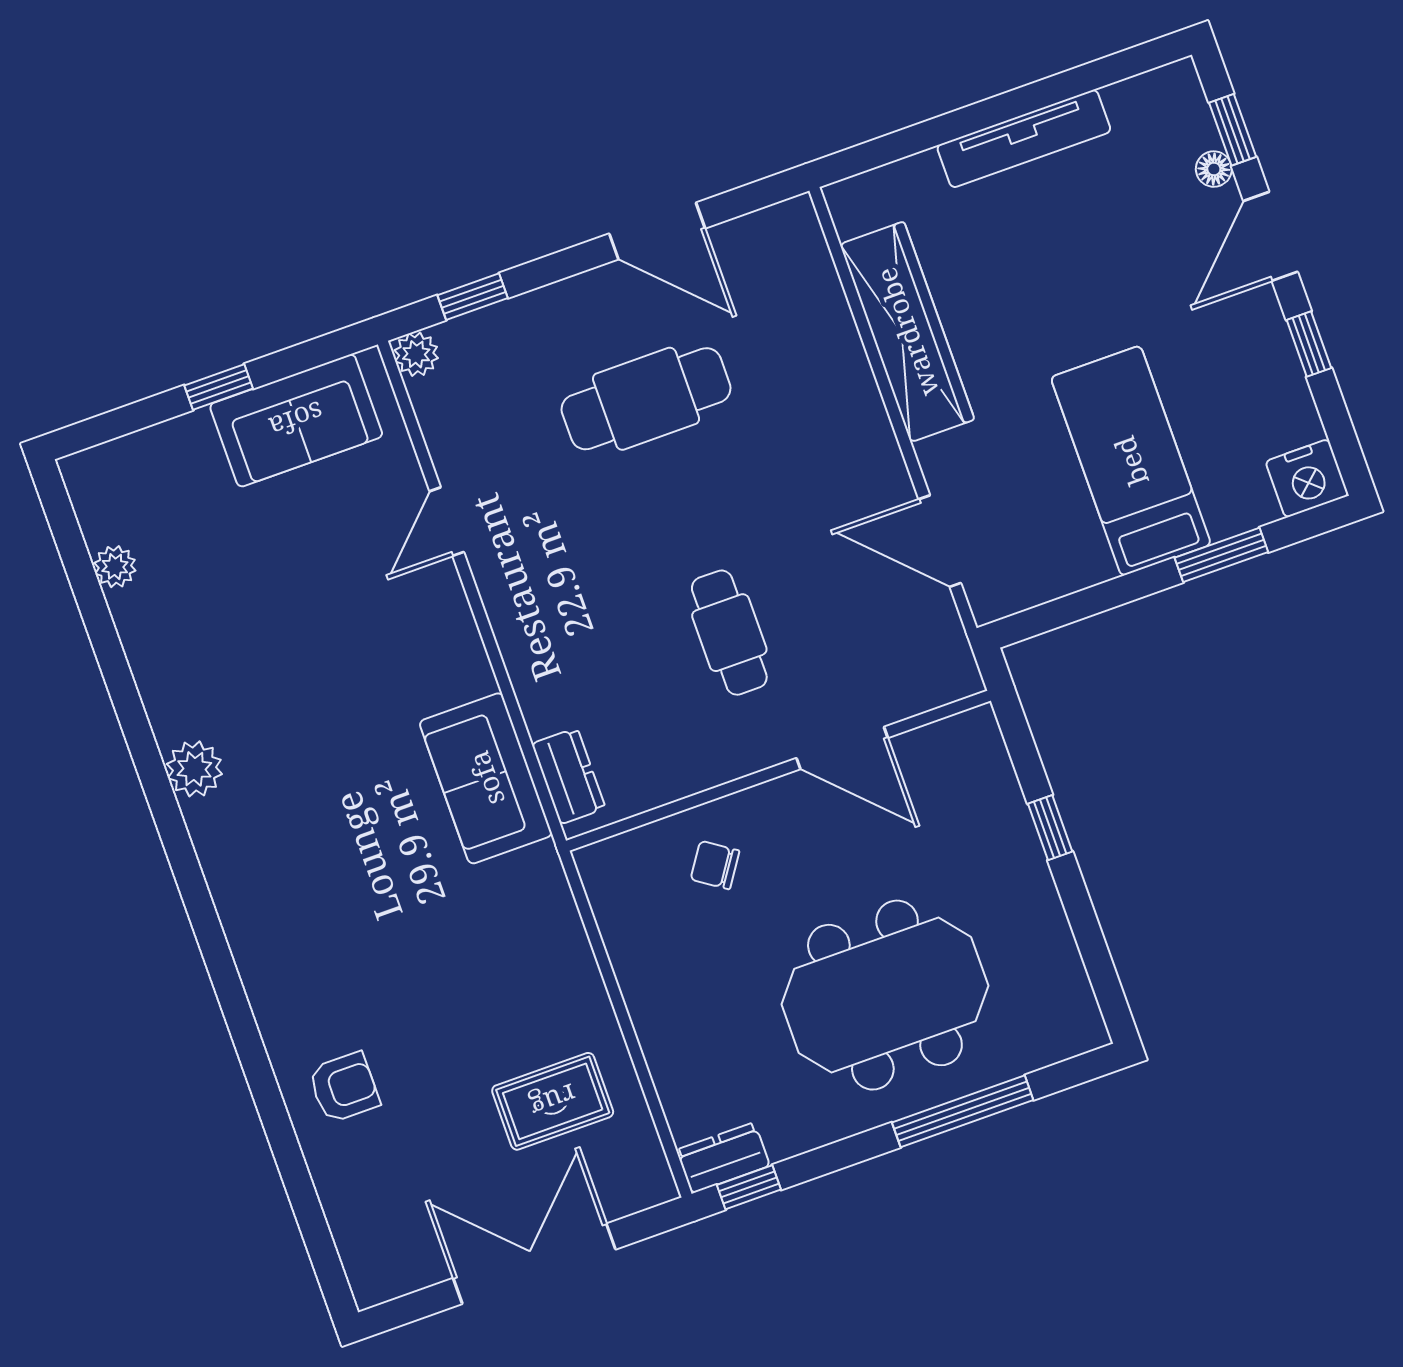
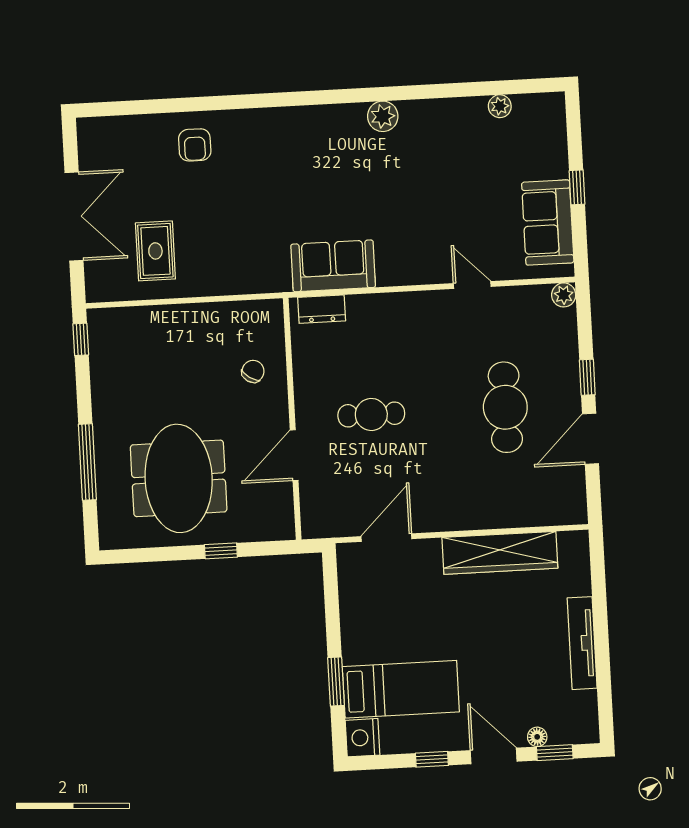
window: (473, 297) -> (587, 377), moved
bed: (1131, 461) -> (401, 689), moved
meeting table: (885, 995) -> (179, 478), moved
dresser: (723, 1158) -> (100, 331), removed

